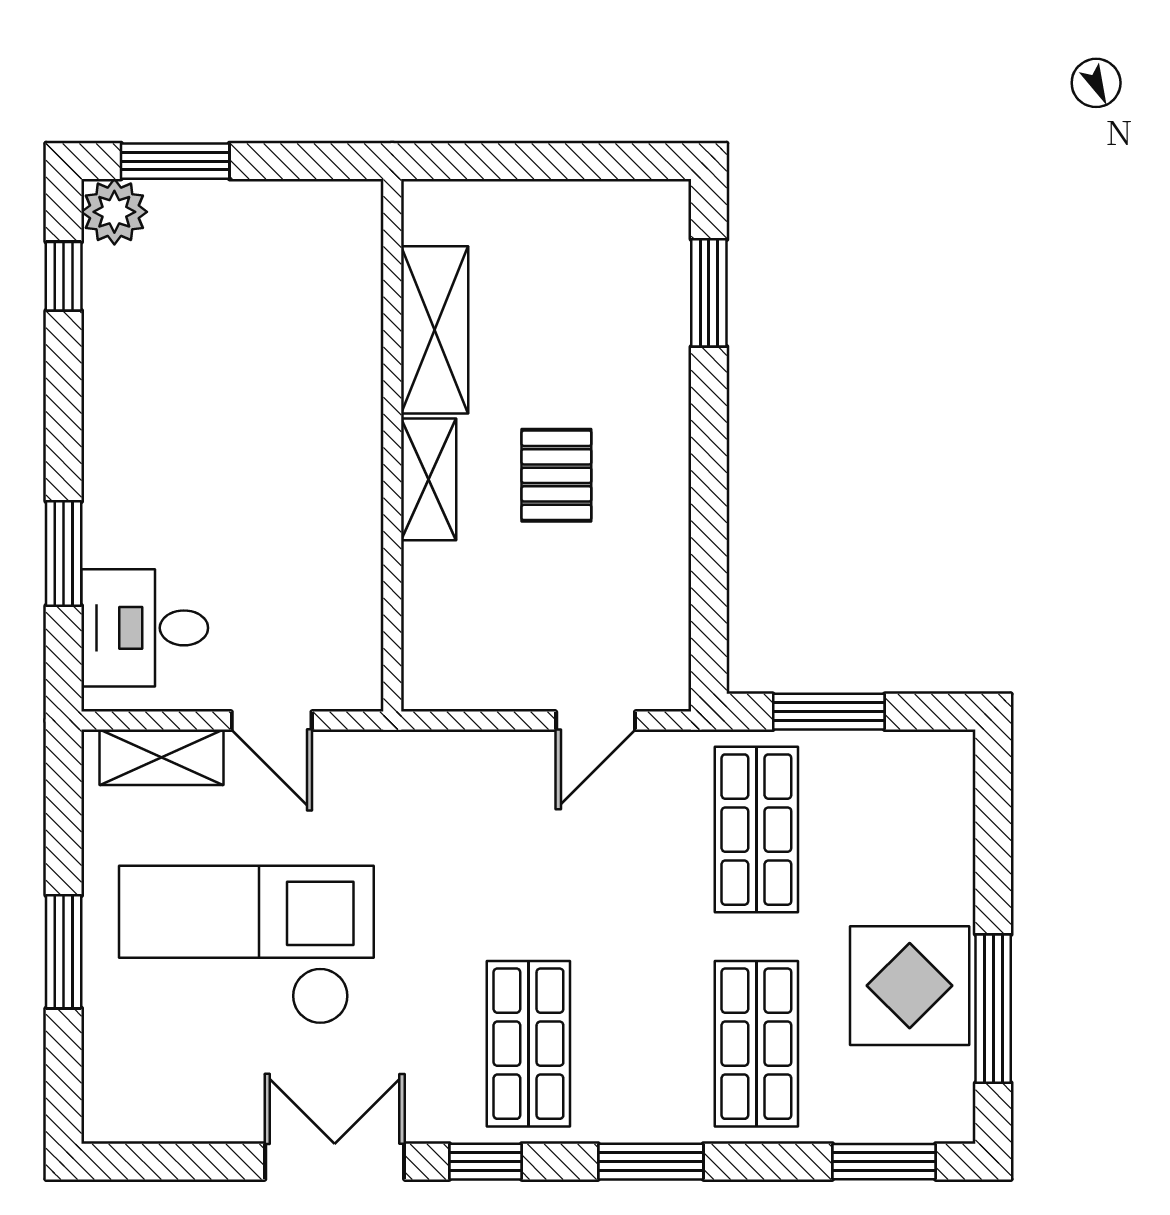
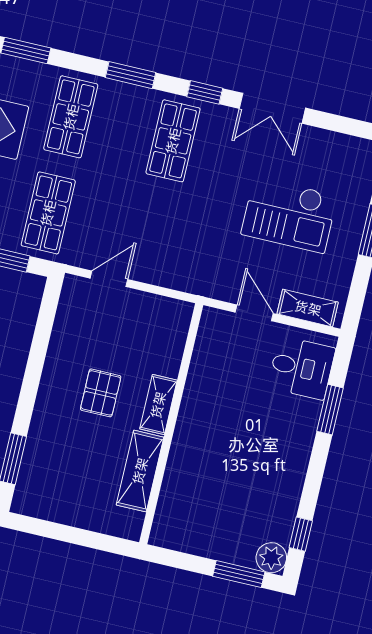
checkout: (246, 945) -> (289, 215), width x0.73, depth x0.83

